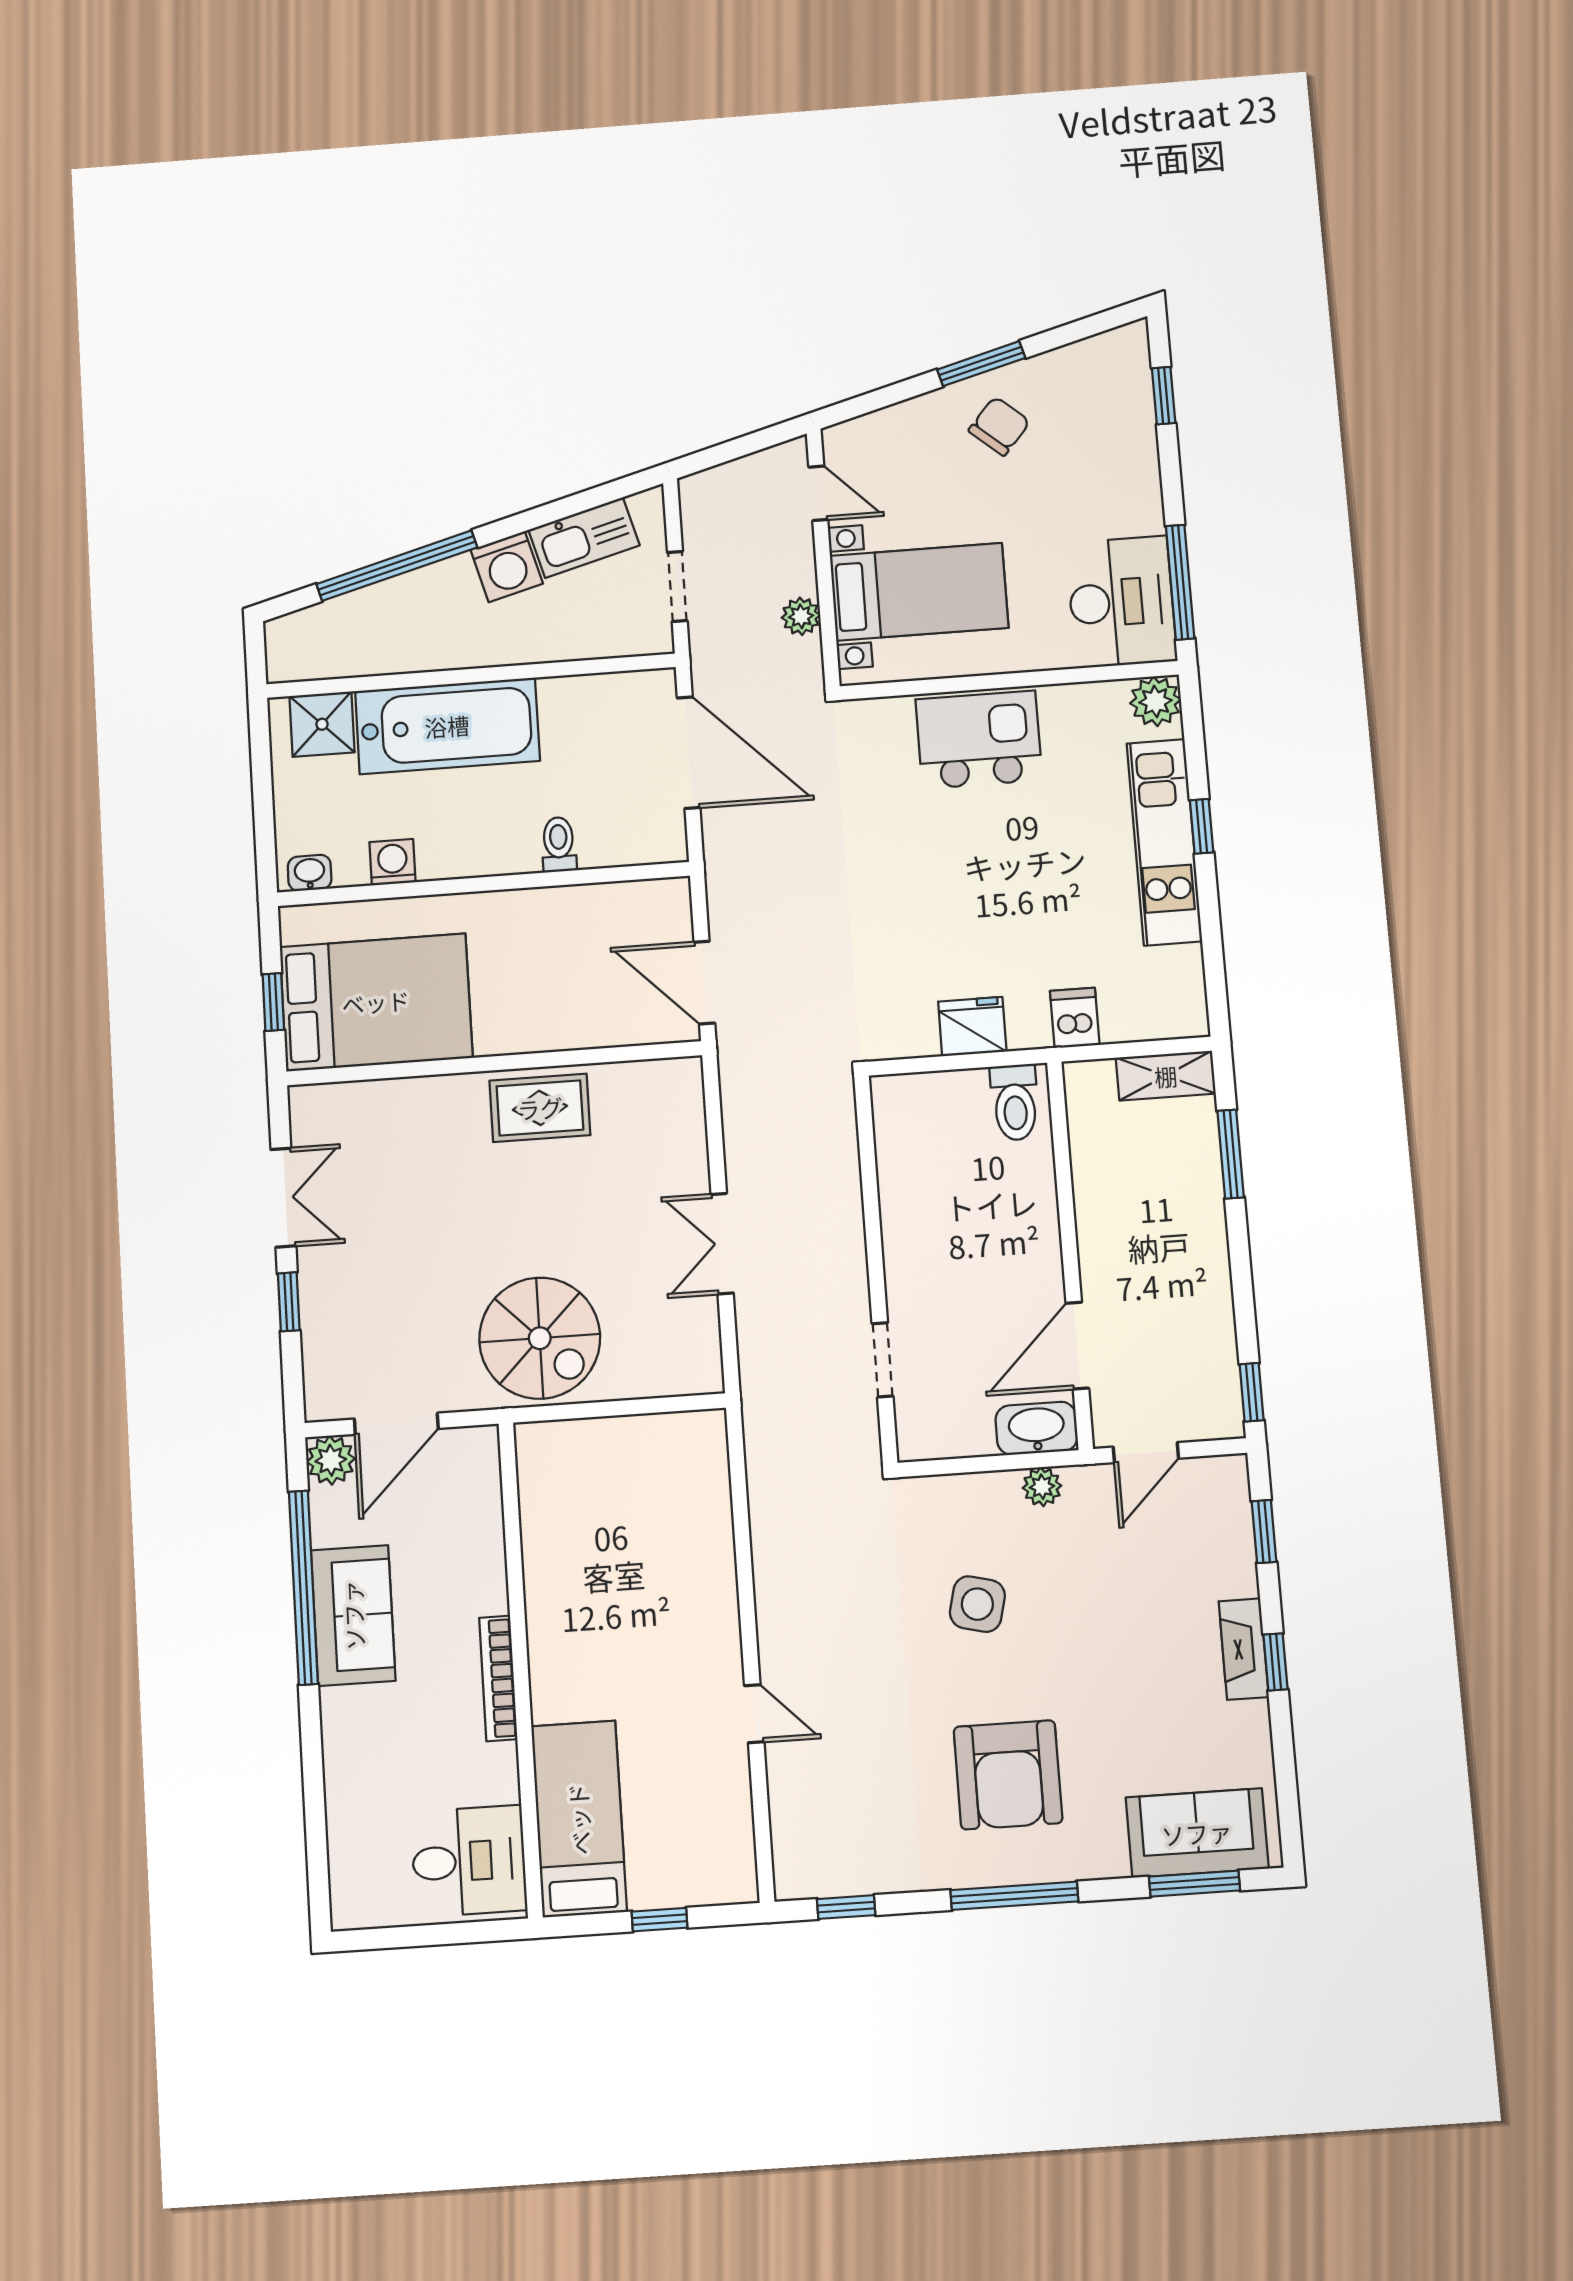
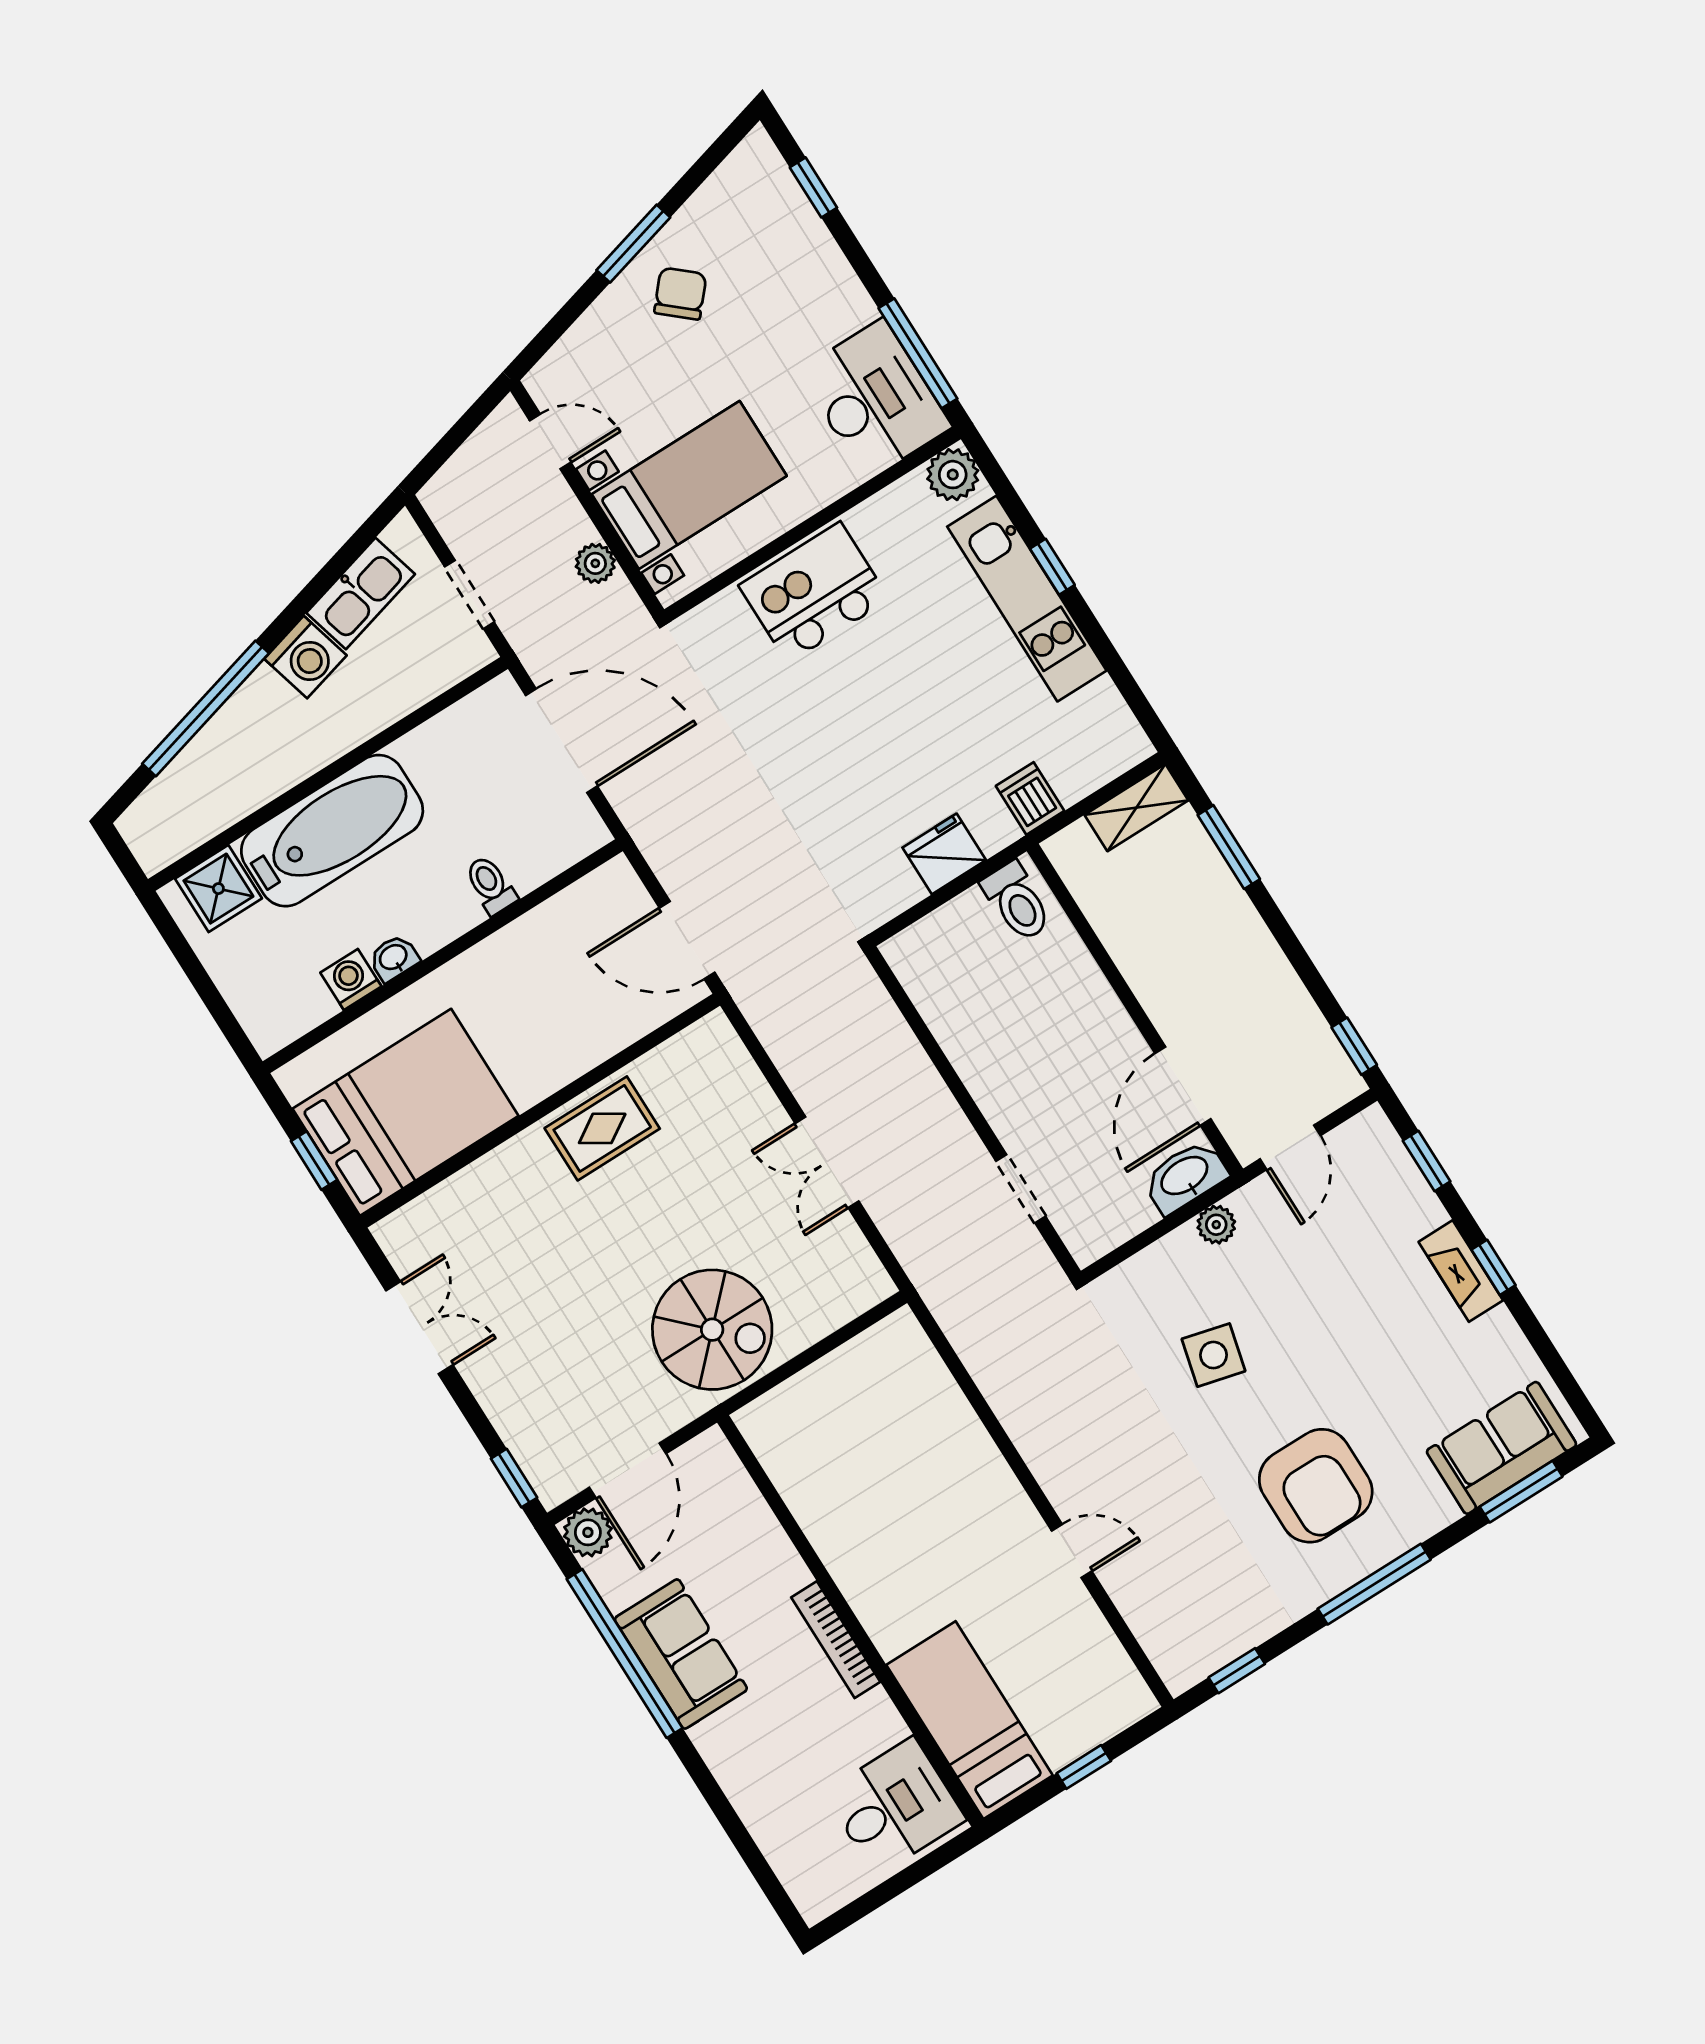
washbasin: (310, 873) -> (394, 958), moved
window: (289, 1302) -> (514, 1478), moved

